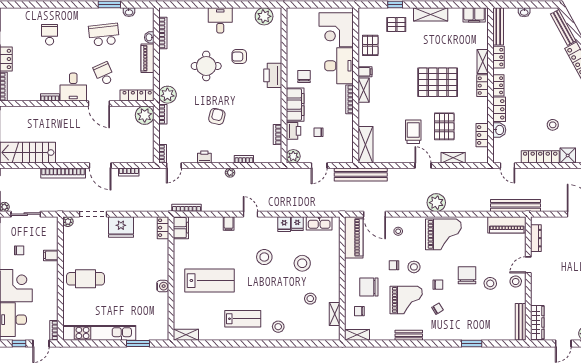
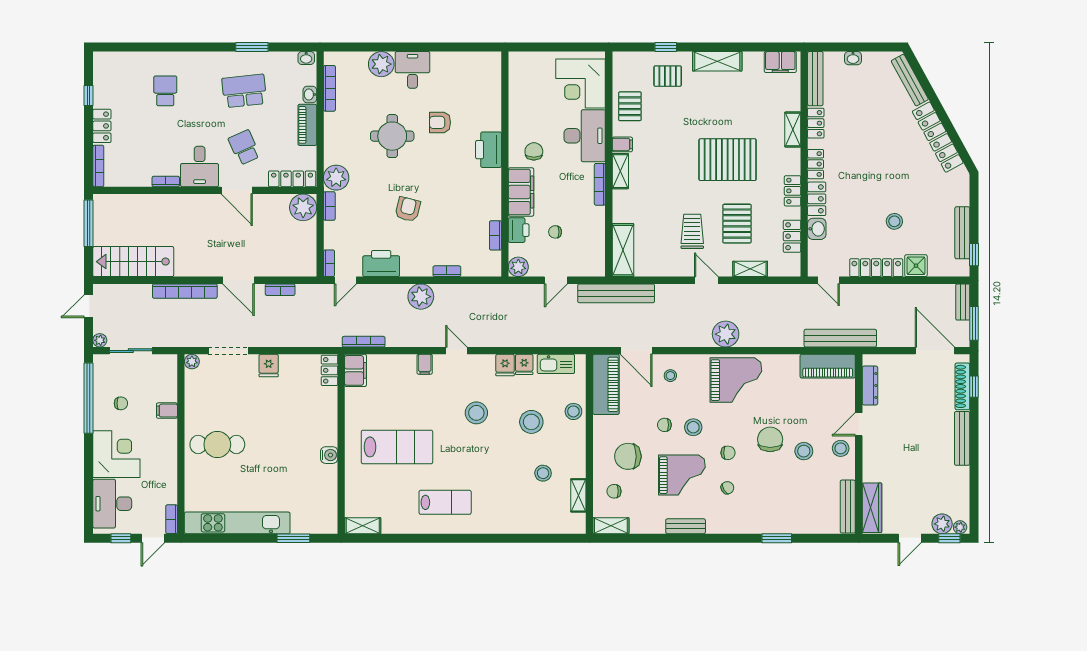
washbasin: (129, 12) -> (306, 58), moved
plant: (264, 16) -> (381, 64), moved
locker: (483, 86) -> (793, 191), moved
printer: (204, 157) -> (381, 264), width x1.87, depth x1.48
plant: (230, 173) -> (421, 297), width x1.87, depth x1.87
fridge: (121, 227) -> (269, 366), width x0.53, depth x0.75
stool: (278, 327) -> (573, 411), moved

